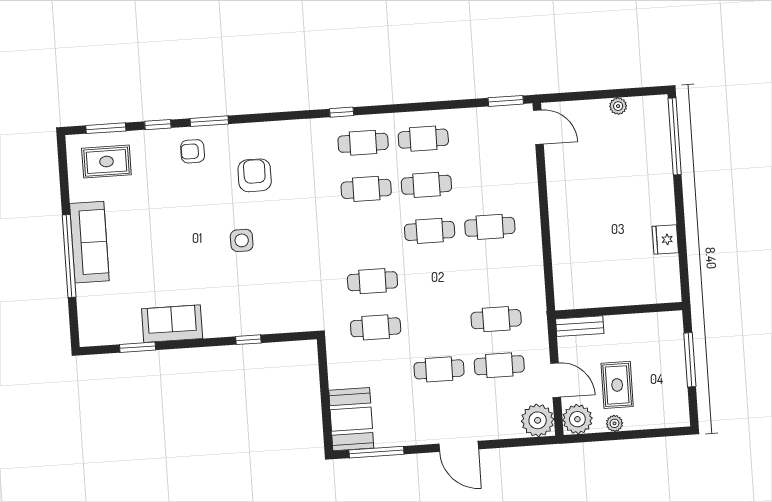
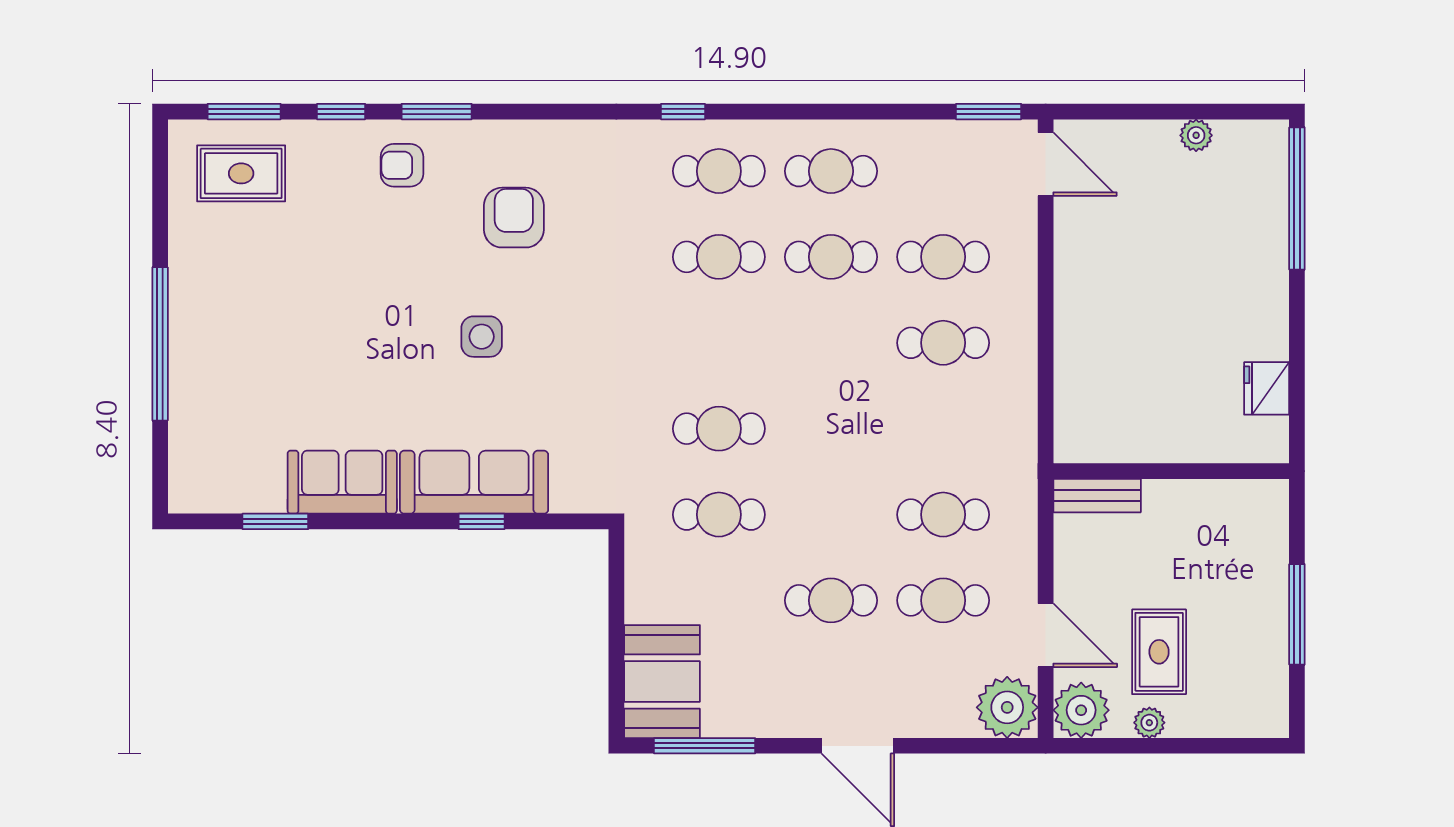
cafe table: (430, 231) -> (943, 257), moved
sofa: (89, 242) -> (474, 482), moved, turned -90
wall: (619, 310) -> (1171, 471), moved
bench: (580, 326) -> (1097, 496), moved

